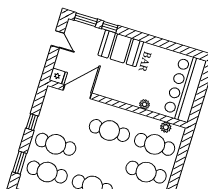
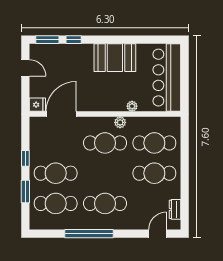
booth: (121, 48) -> (115, 58), moved
plant: (166, 127) -> (120, 122), moved
window: (20, 163) -> (25, 192), moved

